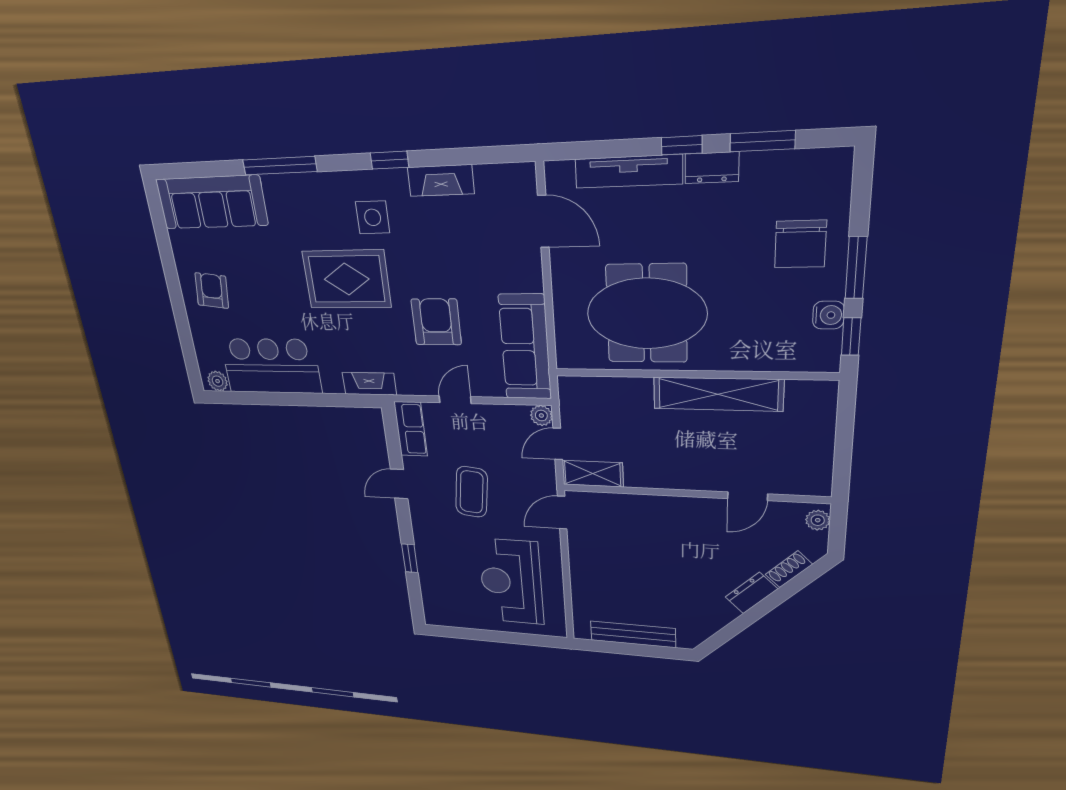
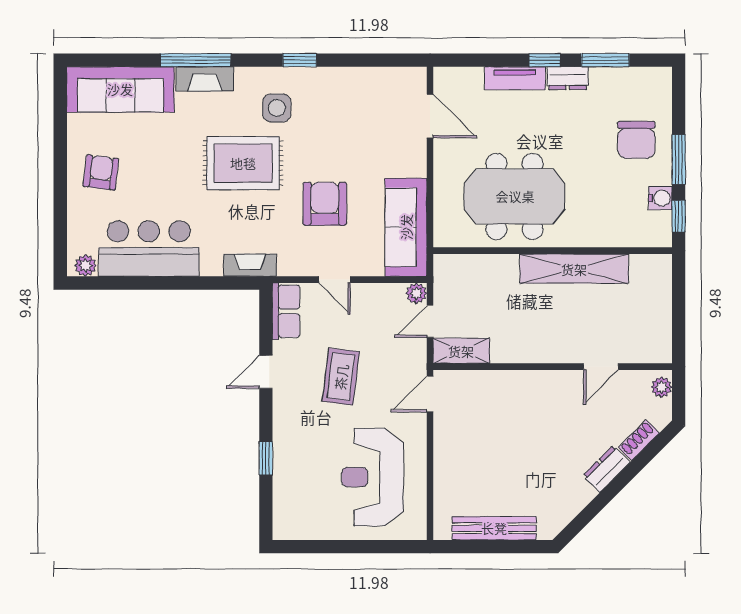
tv unit: (628, 171) -> (515, 78), width x0.71
fireplace: (441, 180) -> (205, 79), moved
door: (455, 400) -> (335, 280), swing flipped

